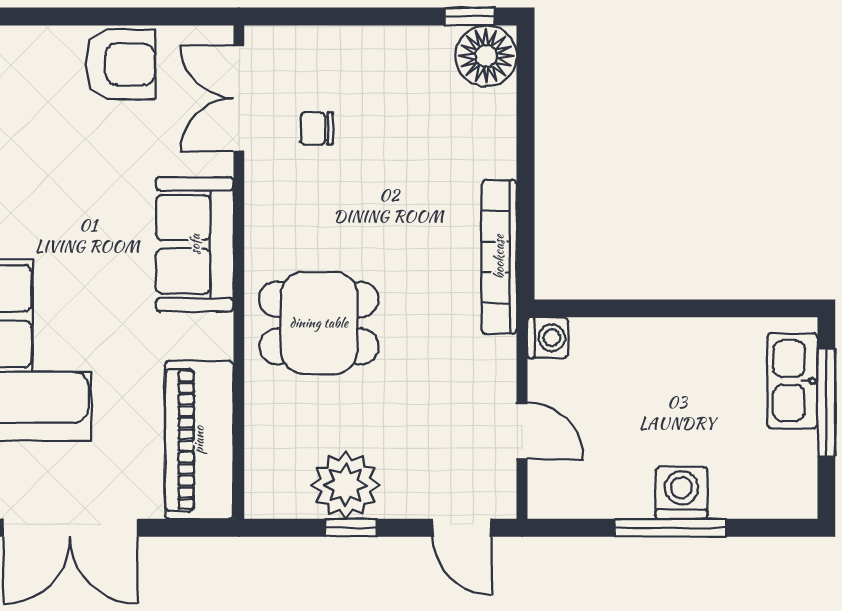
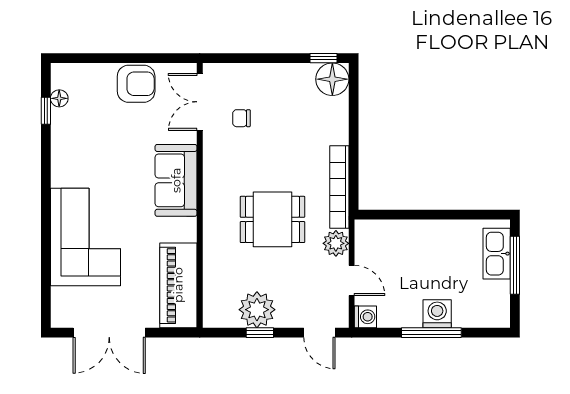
dining table: (319, 323) -> (272, 219), moved
washing machine: (548, 338) -> (365, 317), moved
plant: (493, 362) -> (336, 243), added

